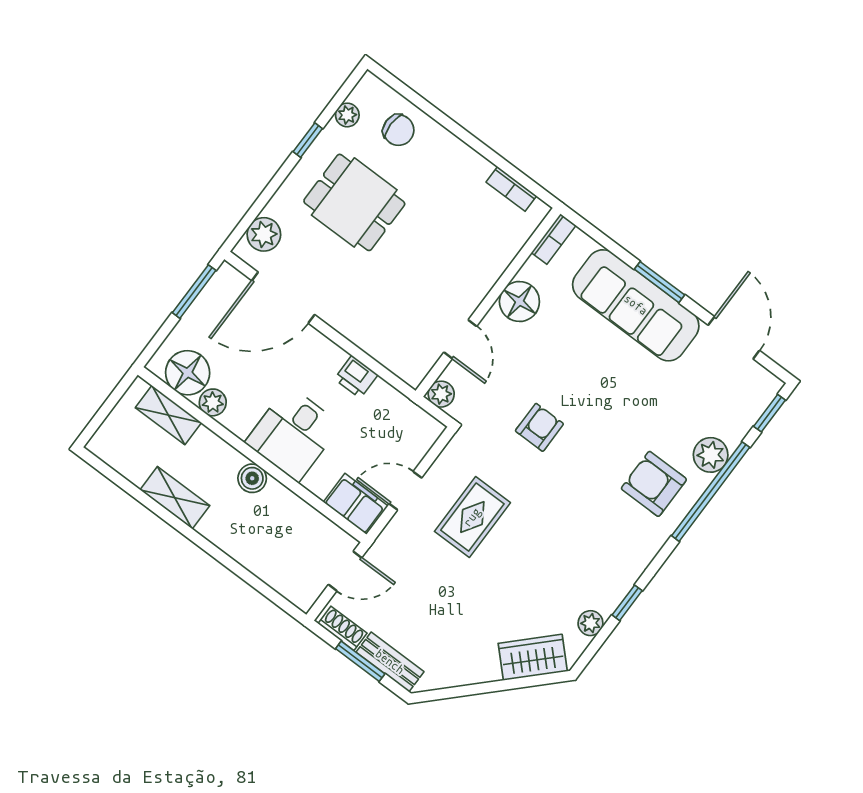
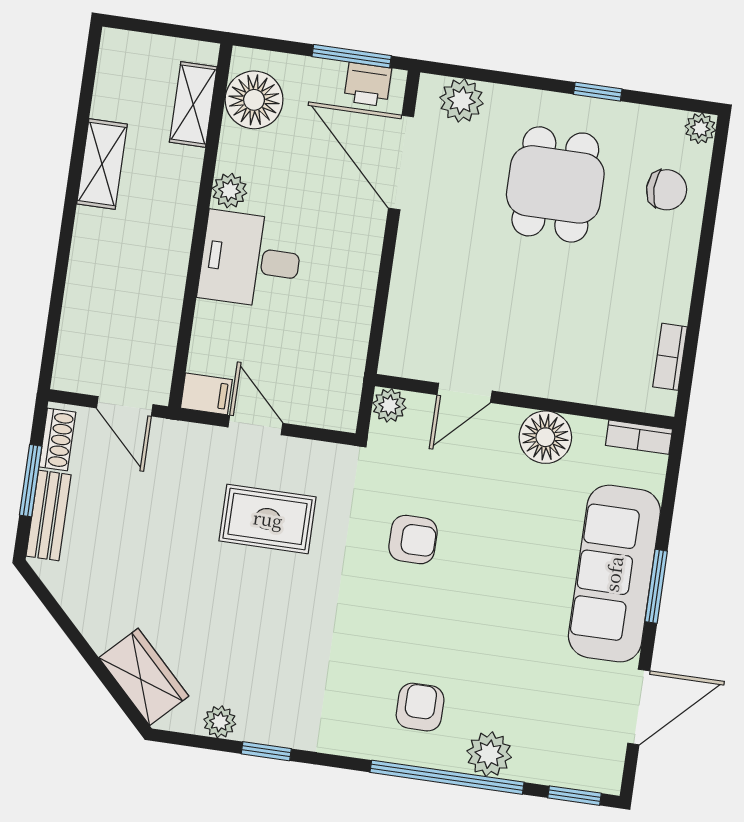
plant: (347, 115) -> (700, 128), moved
chair: (399, 130) -> (667, 190), turned -90
printer: (356, 377) -> (368, 85), moved, turned -90
plant: (213, 402) -> (230, 191), moved
boiler: (252, 478) -> (173, 241), removed
armchair: (654, 484) -> (420, 707), width x0.72, depth x0.72
filing cabinet: (356, 504) -> (206, 394), width x0.50

